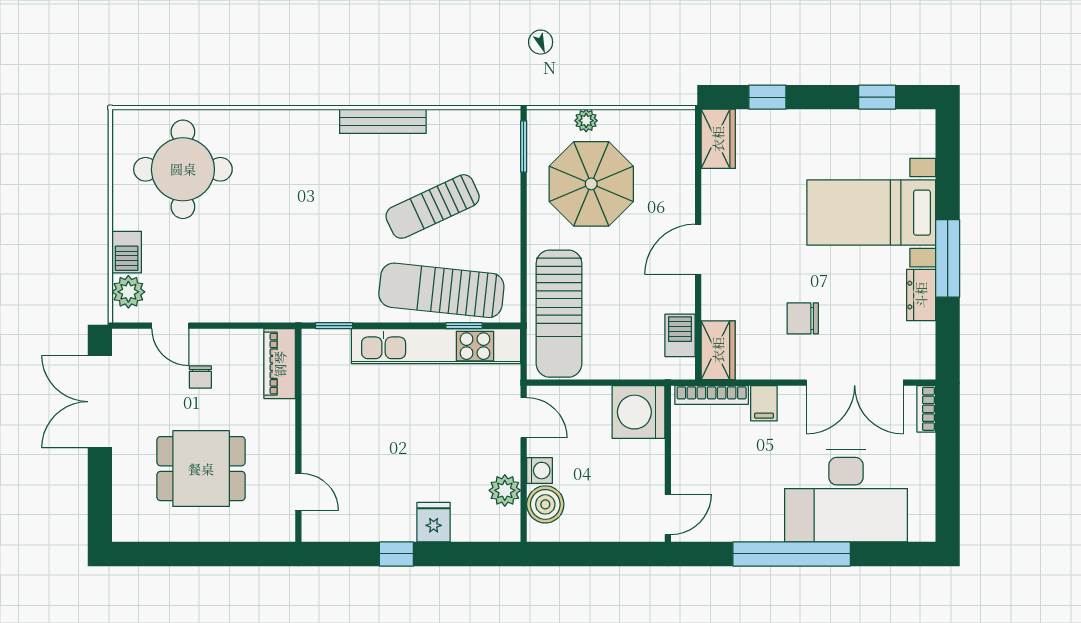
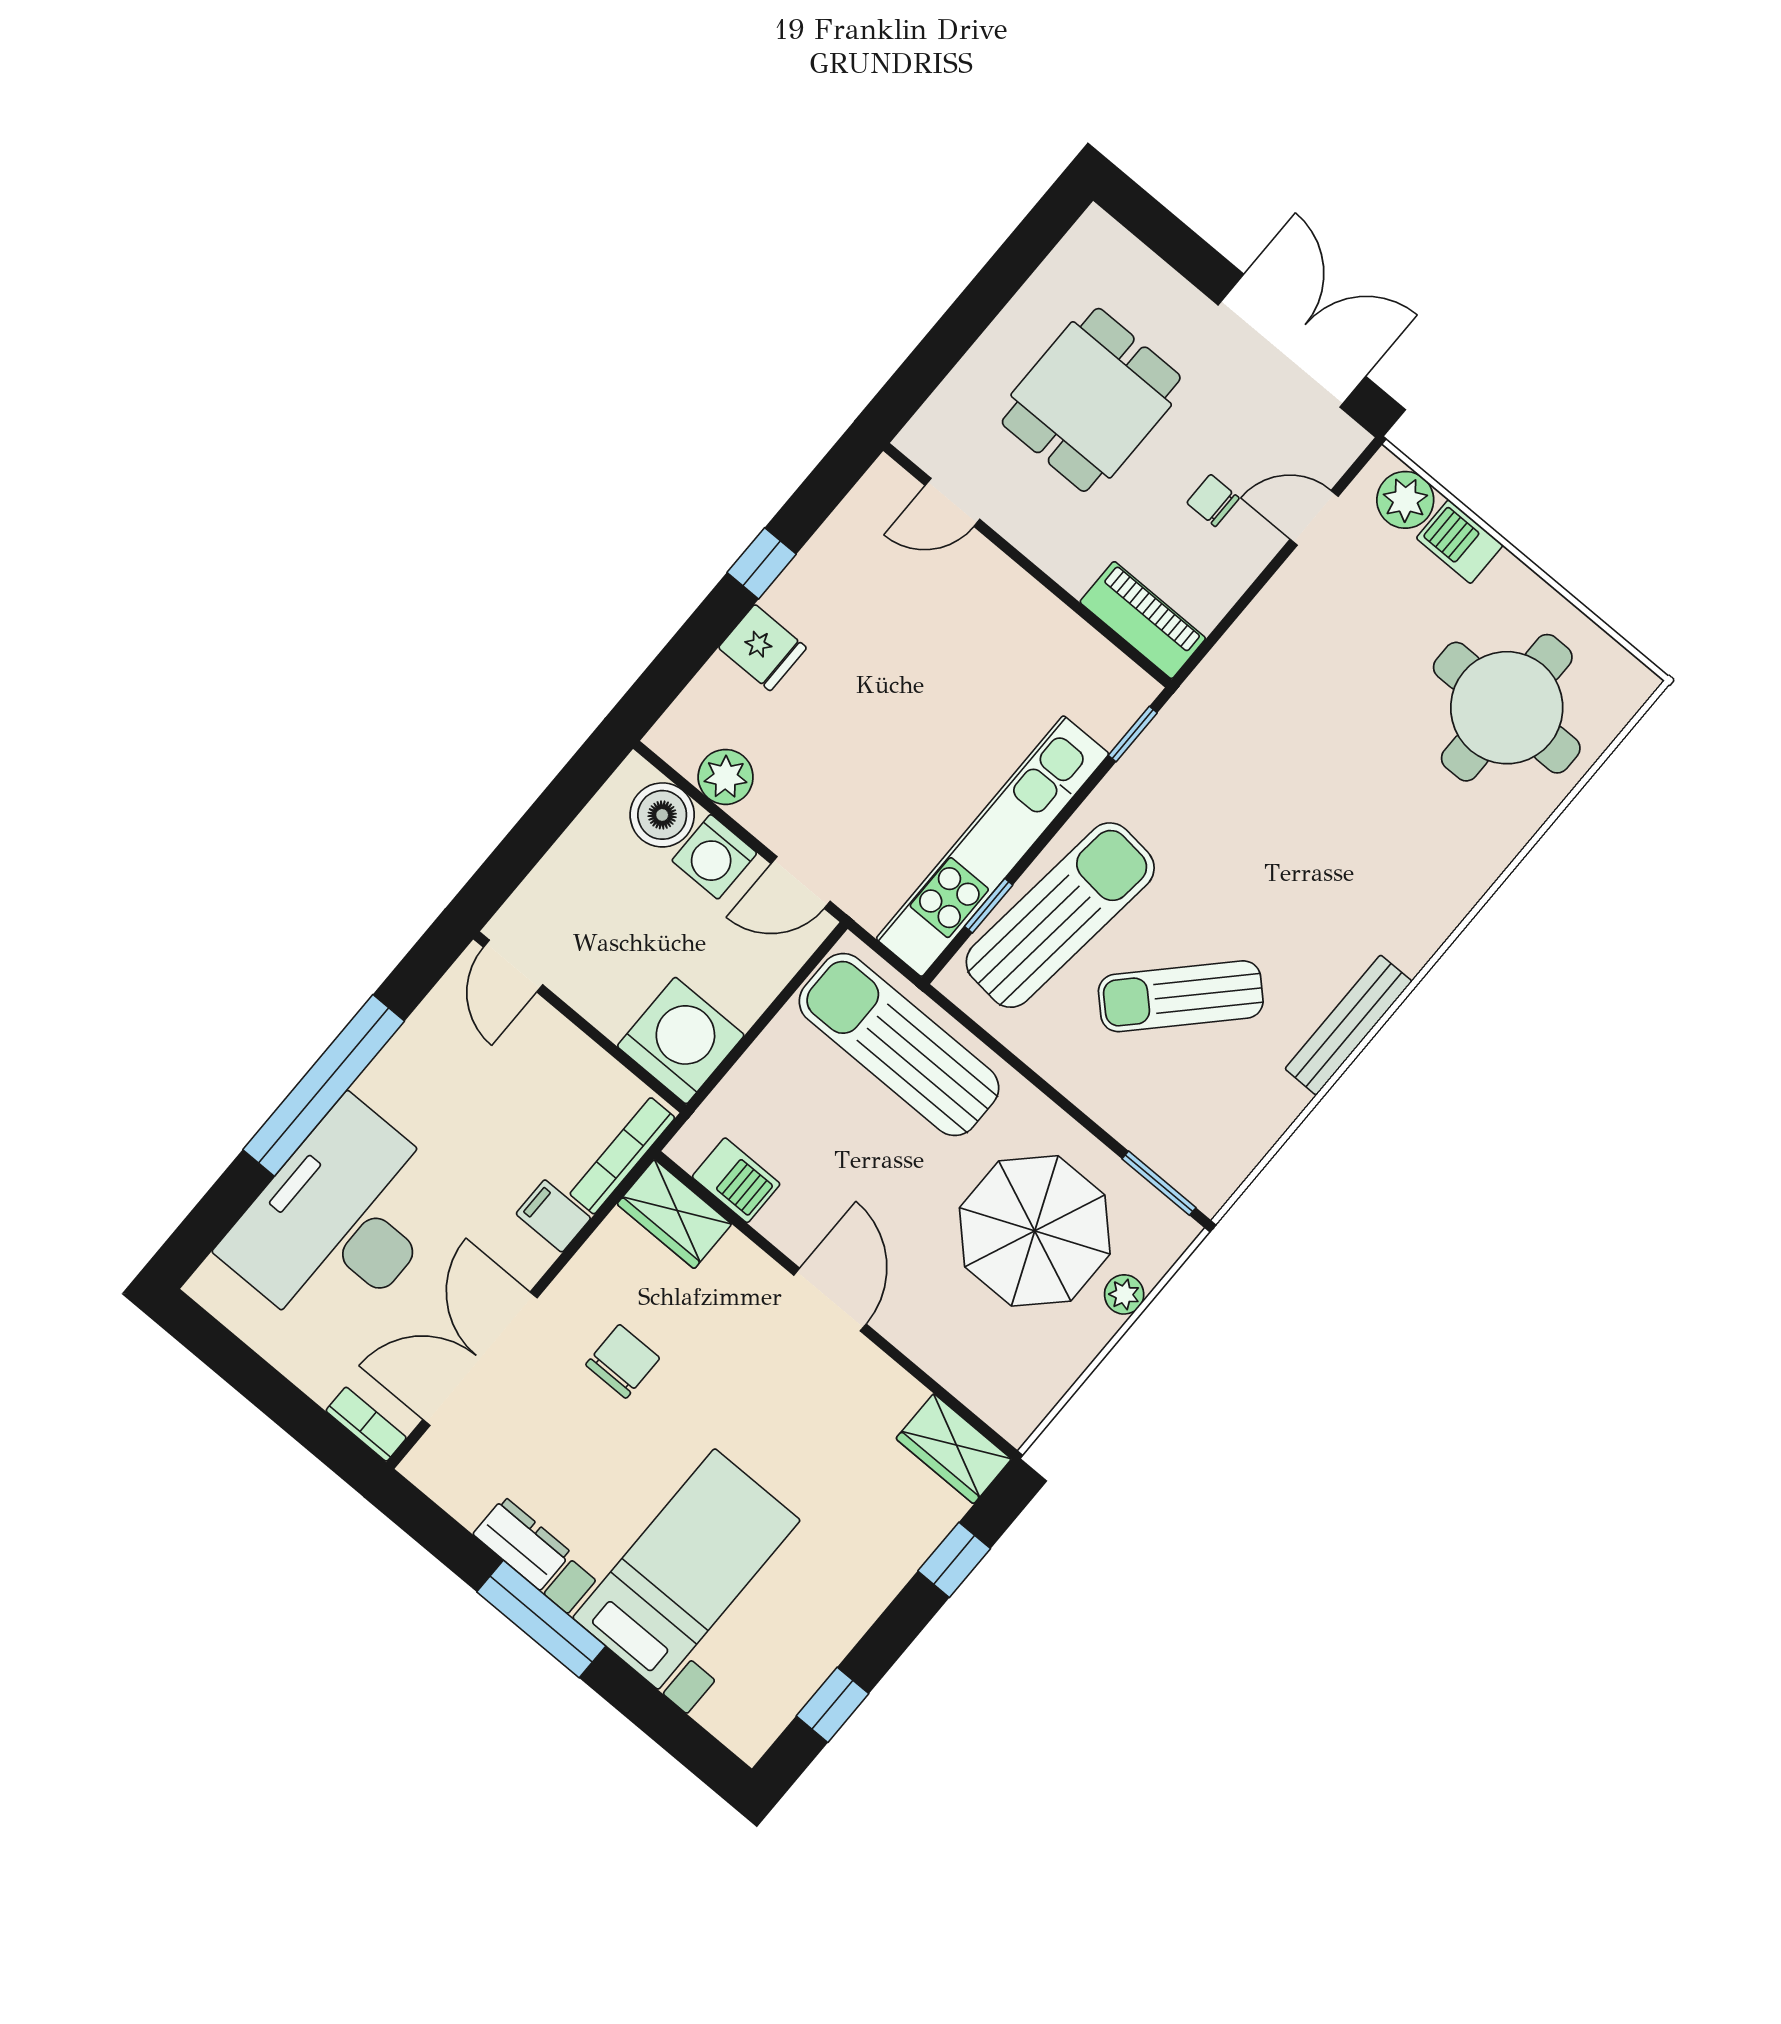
sun lounger: (433, 206) -> (1181, 996), turned -111
washing machine: (540, 471) -> (714, 857), width x1.38, depth x1.38

